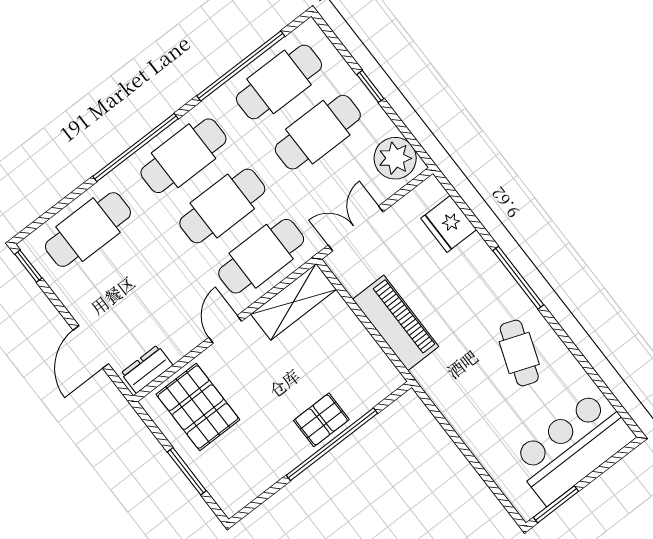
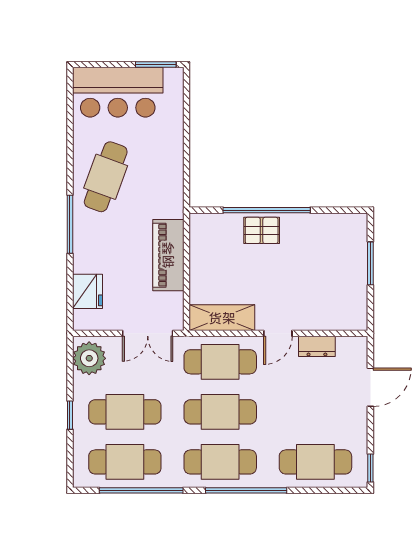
cafe table: (519, 353) -> (106, 177), width x1.37, depth x1.35
dresser: (147, 369) -> (317, 346), moved
pallet: (198, 407) -> (332, 298), removed

